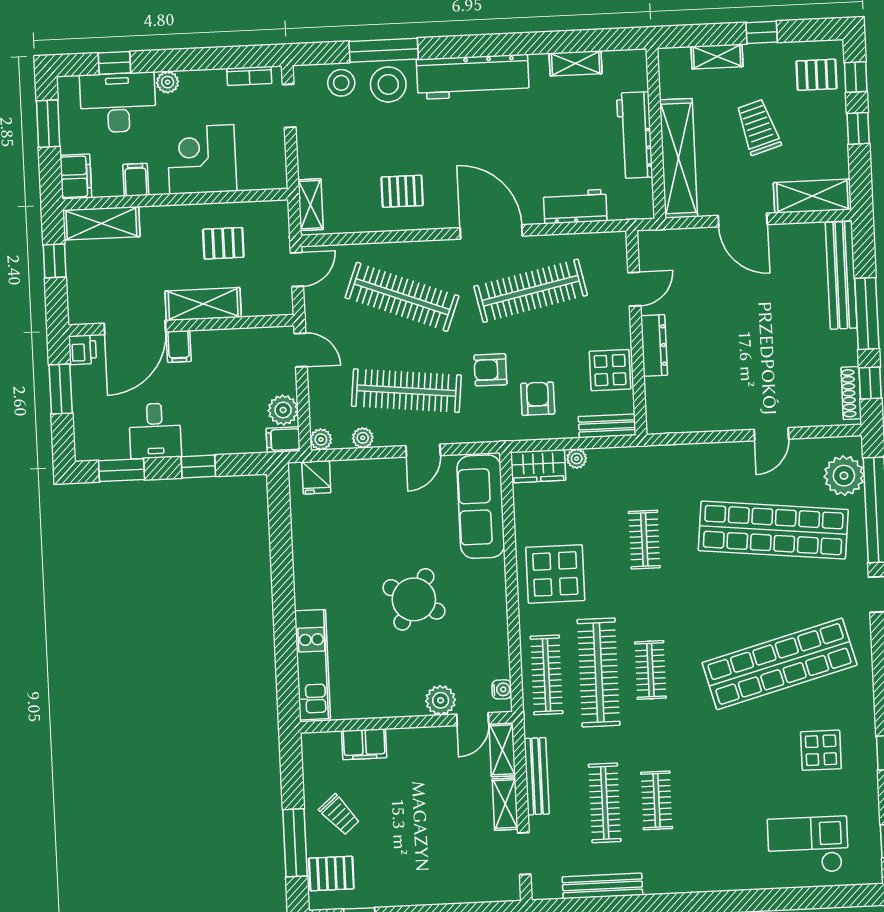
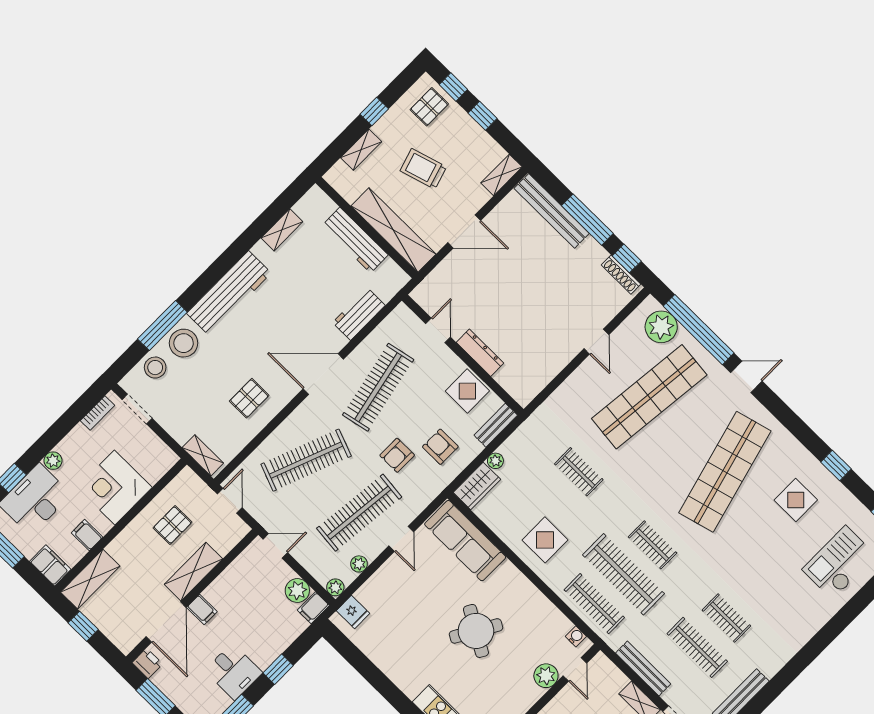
shelving: (812, 196) -> (501, 175), width x0.67, depth x0.75
display table: (555, 574) -> (545, 540), width x0.73, depth x0.73
shelving: (502, 750) -> (609, 672), removed

